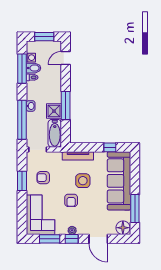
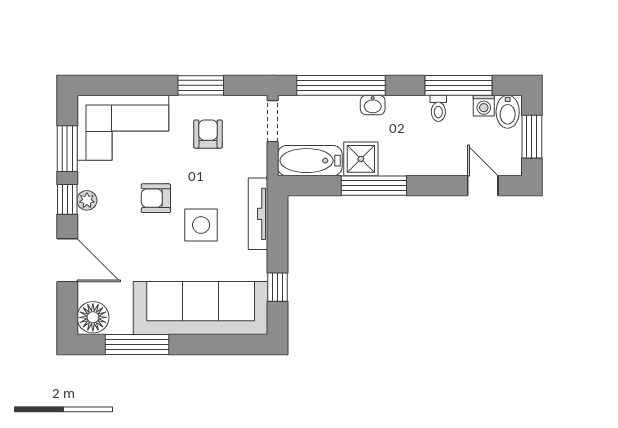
bidet: (33, 68) -> (508, 112), moved
door: (98, 239) -> (67, 260), swing flipped

